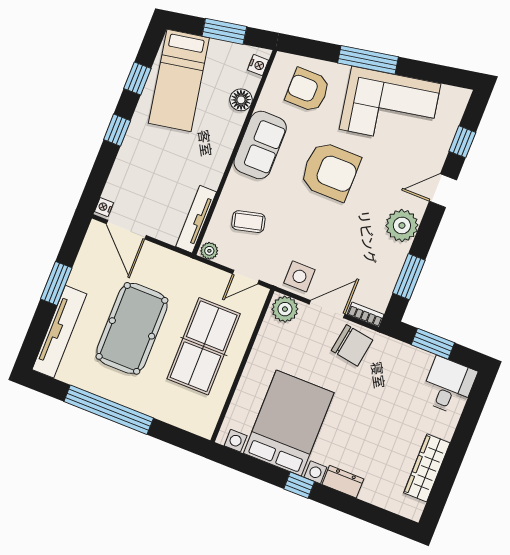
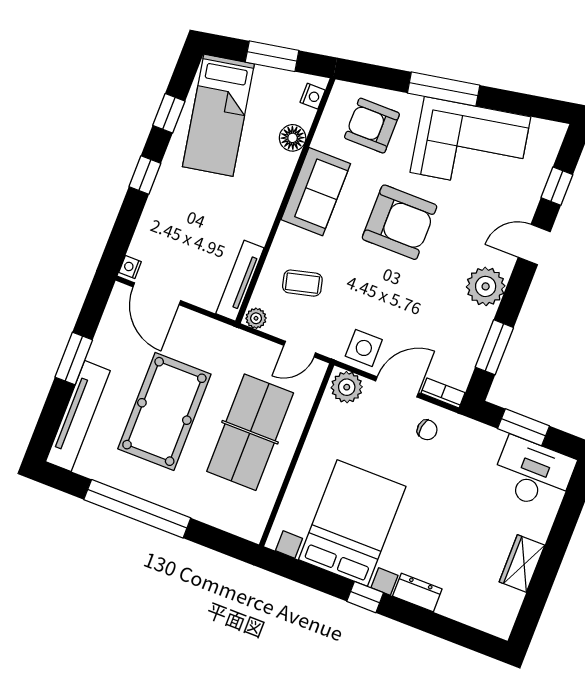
chair: (352, 345) -> (427, 430), width x0.54, depth x0.54
desk: (448, 386) -> (533, 474), width x1.37
wardrobe: (427, 468) -> (522, 564), width x0.67

